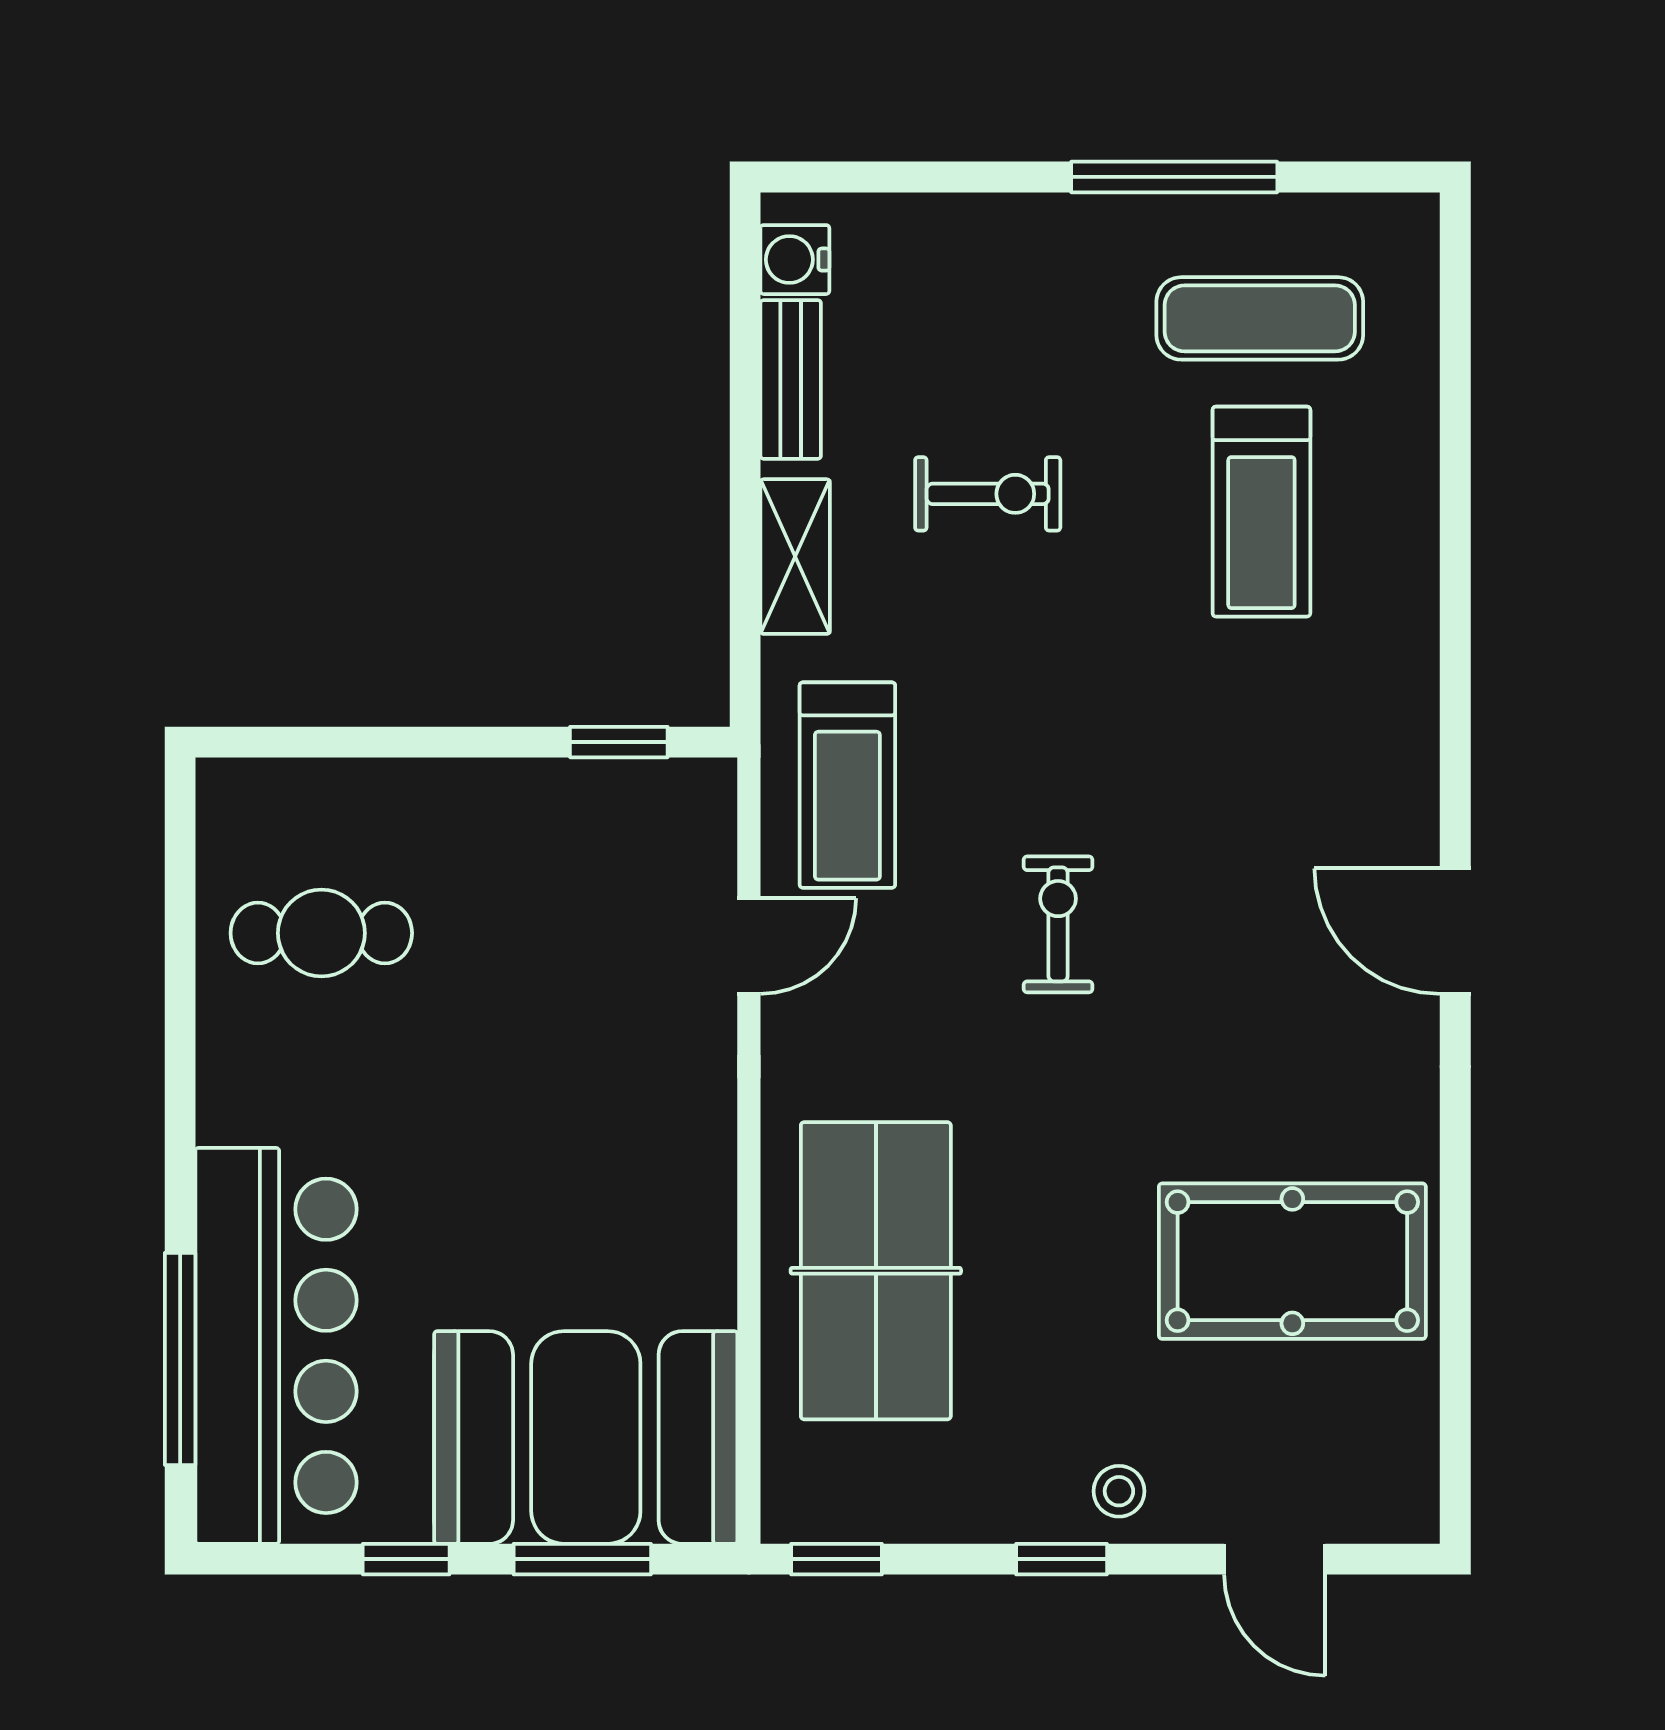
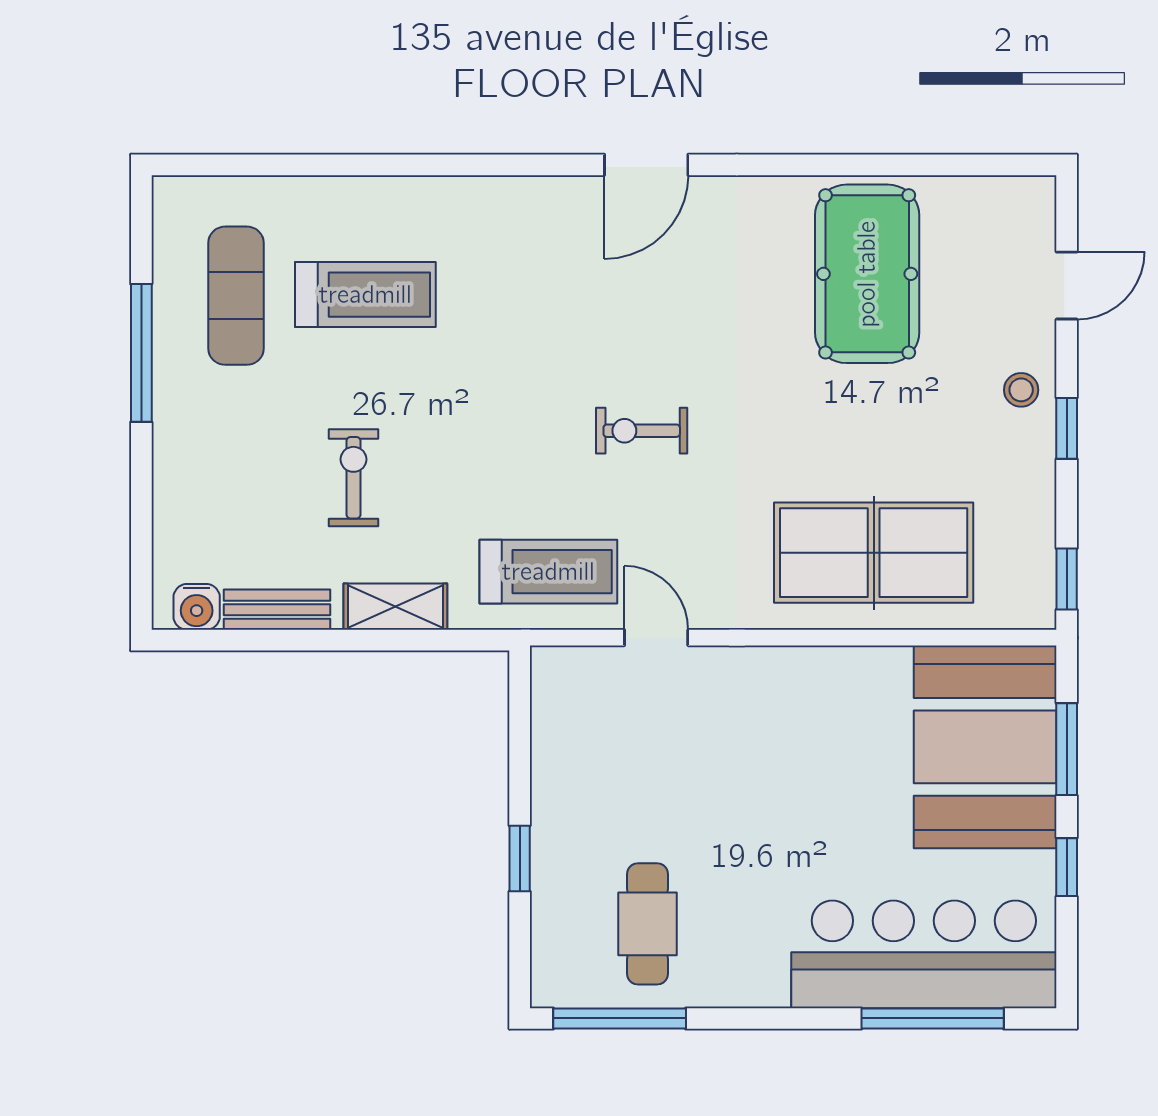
window: (619, 742) -> (520, 859), moved
window: (180, 891) -> (620, 1018), added

